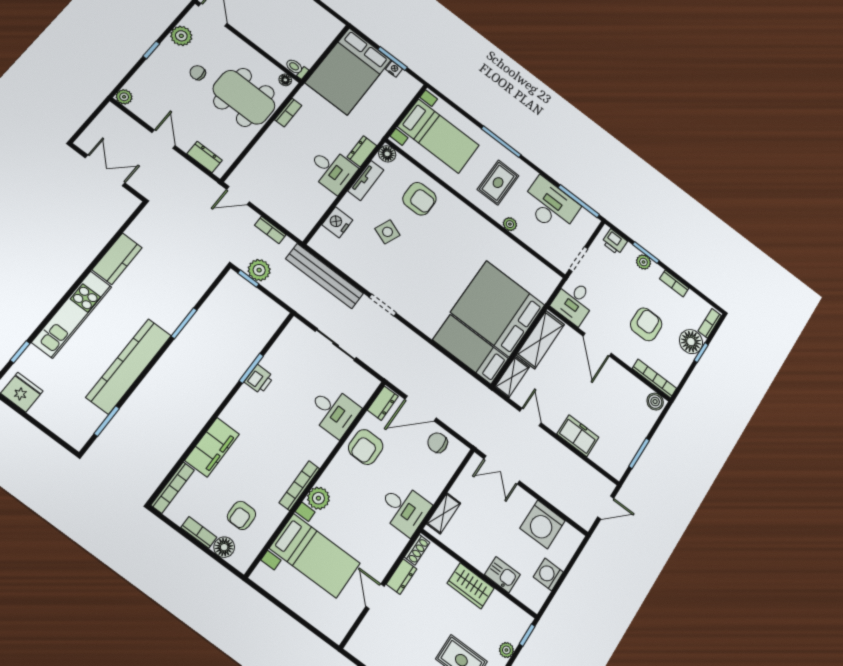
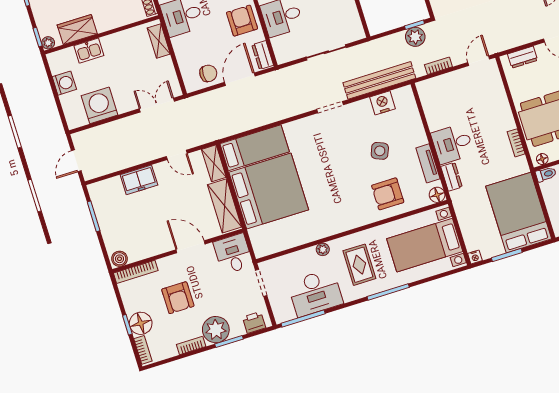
nightstand: (394, 69) -> (475, 257), moved
nightstand: (337, 222) -> (382, 103), moved, turned -90
plant: (643, 262) -> (216, 330), width x1.87, depth x1.87
wardrobe: (471, 586) -> (77, 29), moved
plant: (506, 650) -> (48, 43), moved

